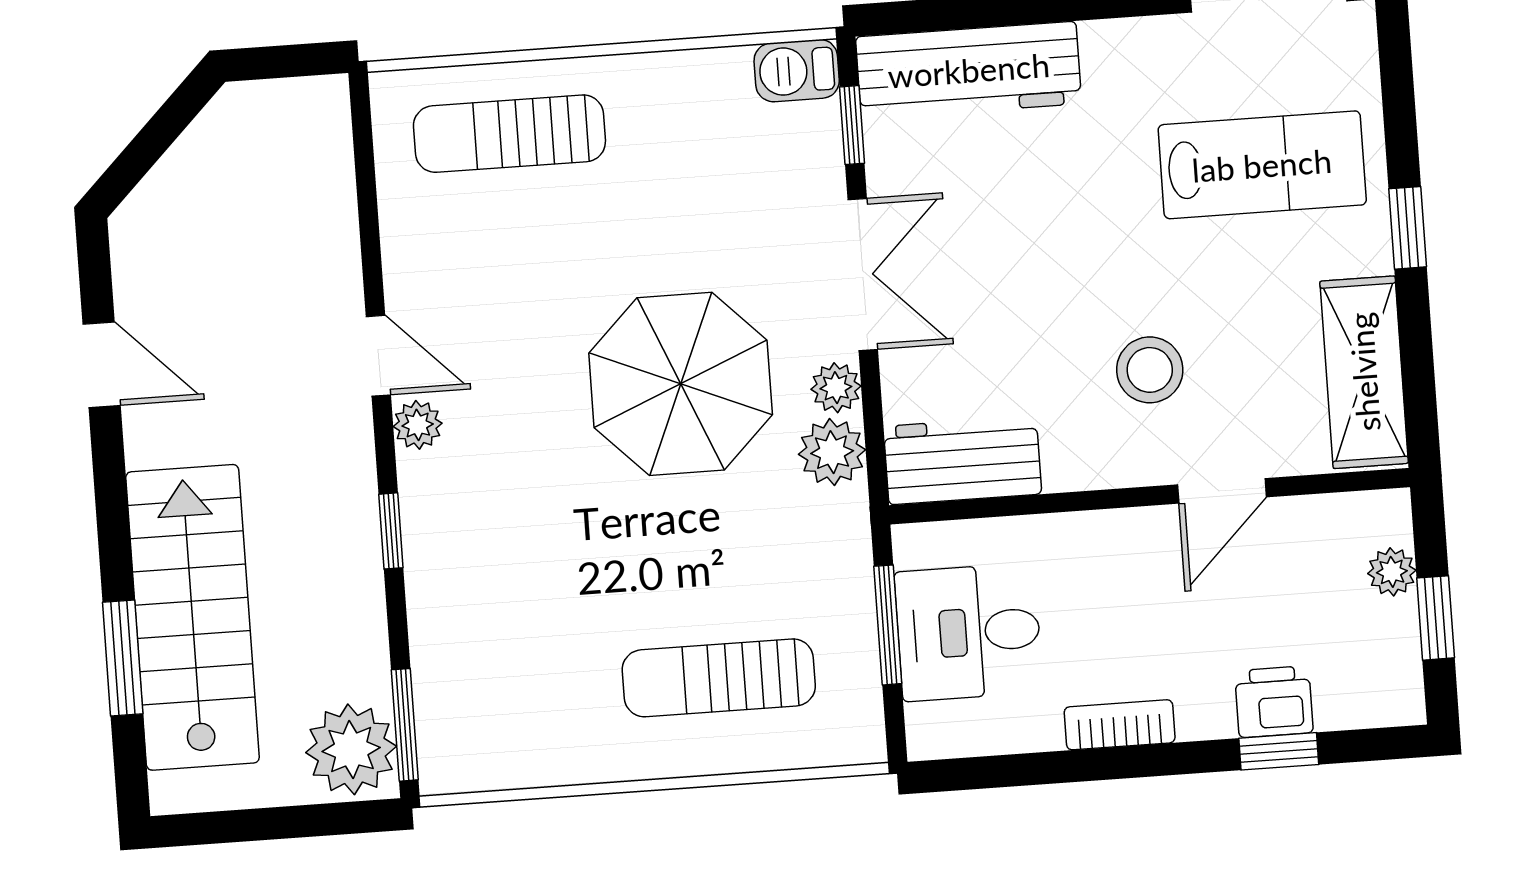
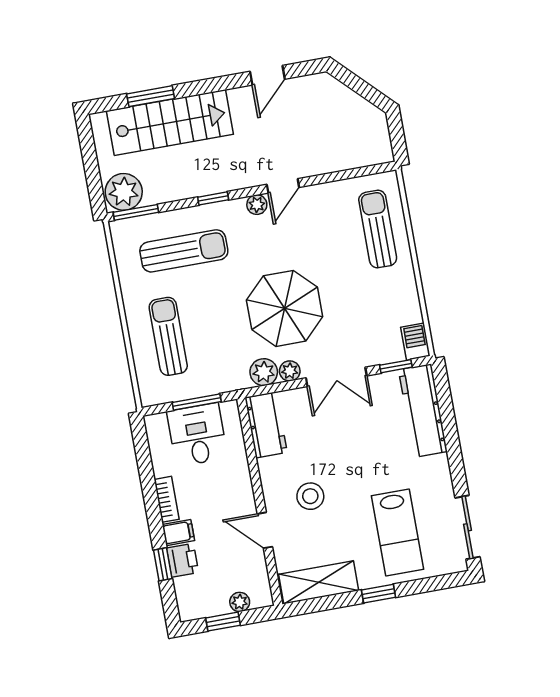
sun lounger: (512, 617) -> (184, 251), added
filing cabinet: (1205, 704) -> (178, 533), added

